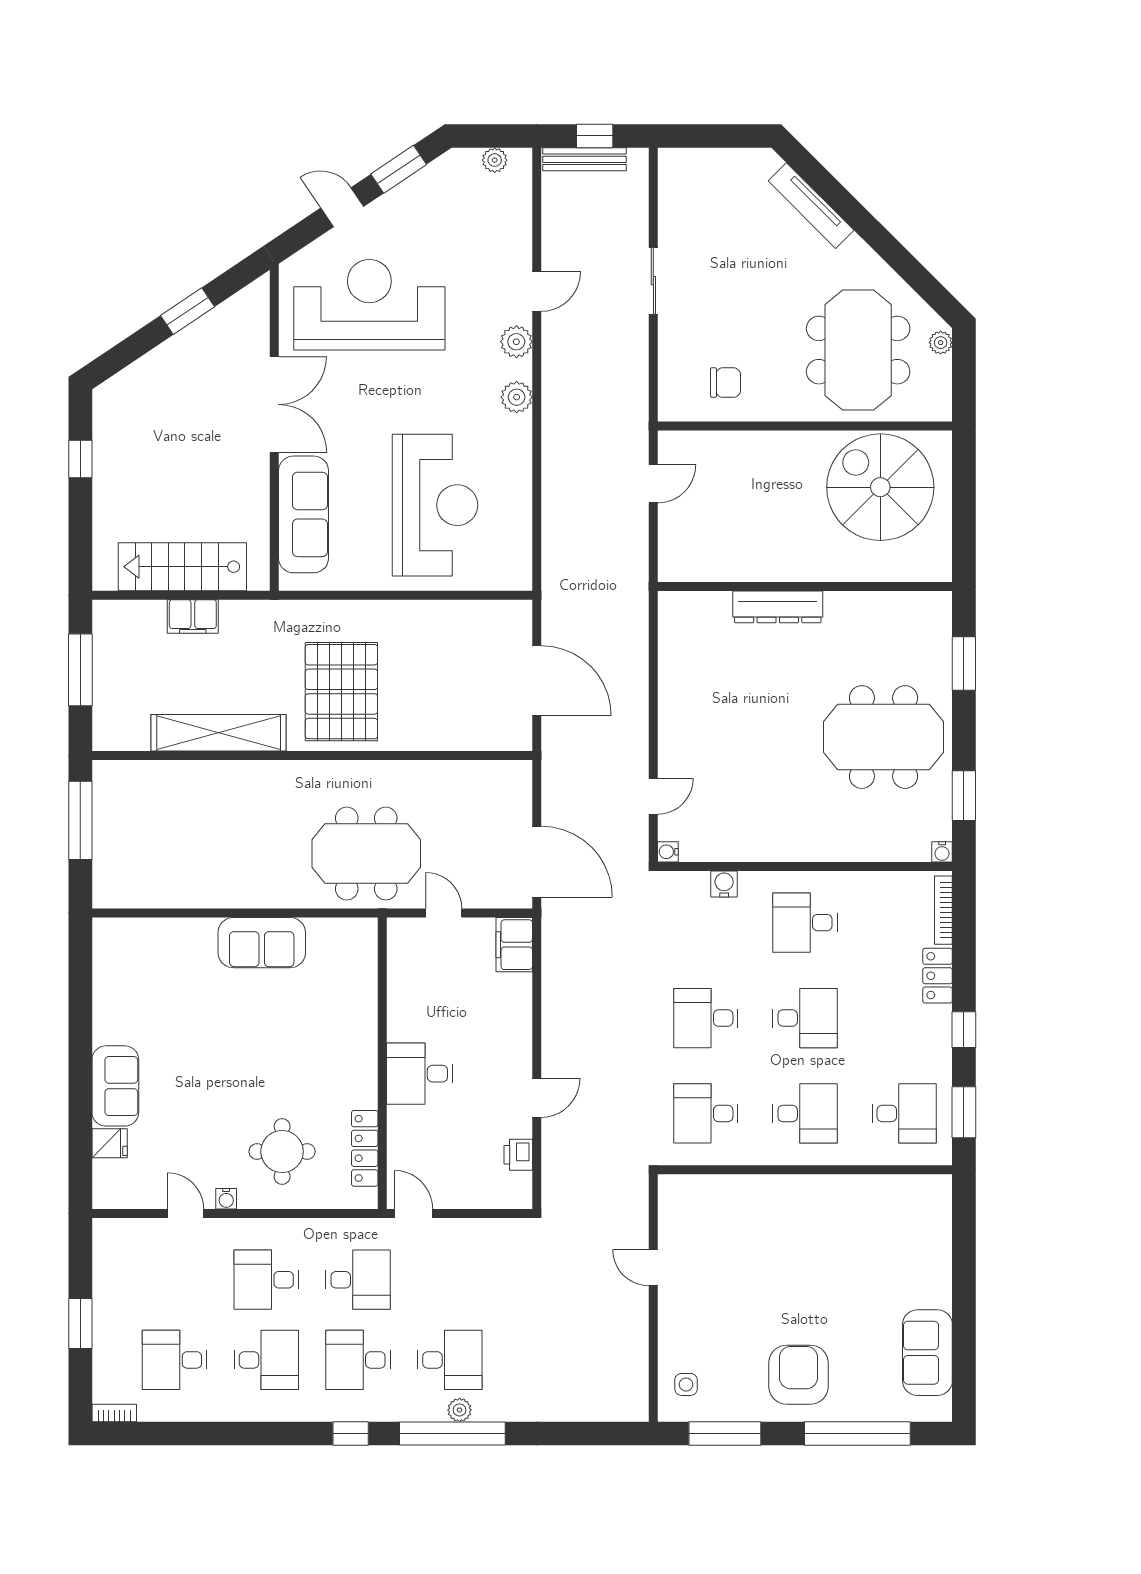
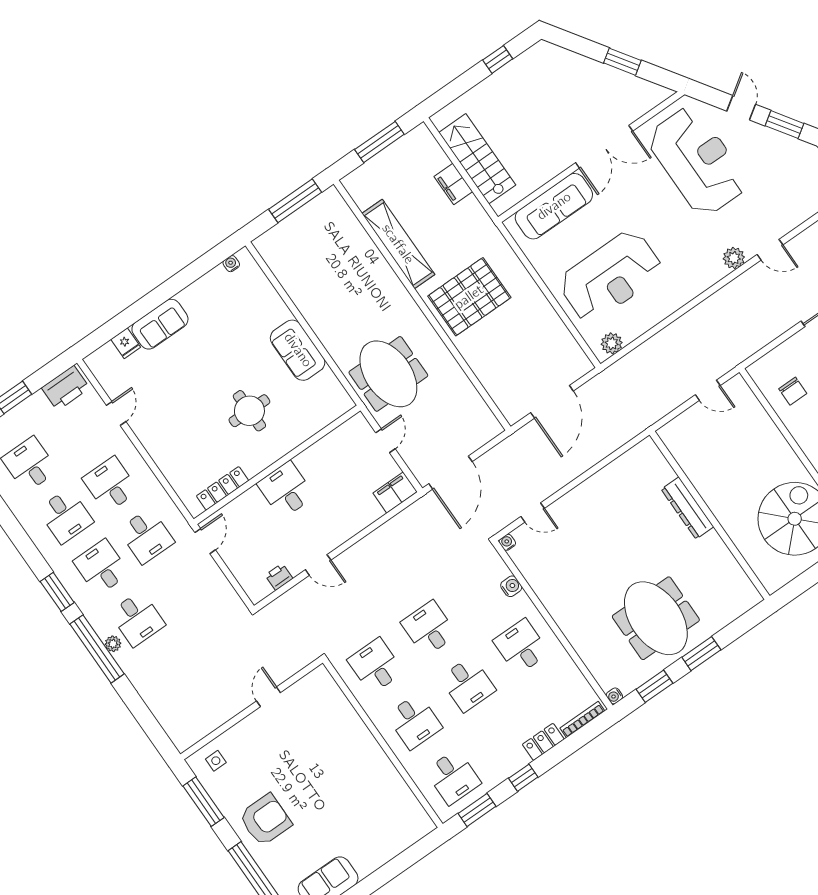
plant: (517, 397) -> (612, 343), moved
window: (964, 663) -> (701, 654), moved
round table: (282, 1152) -> (249, 411), moved
water cooler: (226, 1199) -> (231, 264), moved, turned 90
printer: (113, 1253) -> (66, 388), added
window: (351, 1434) -> (57, 592), width x1.50

